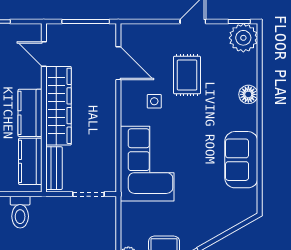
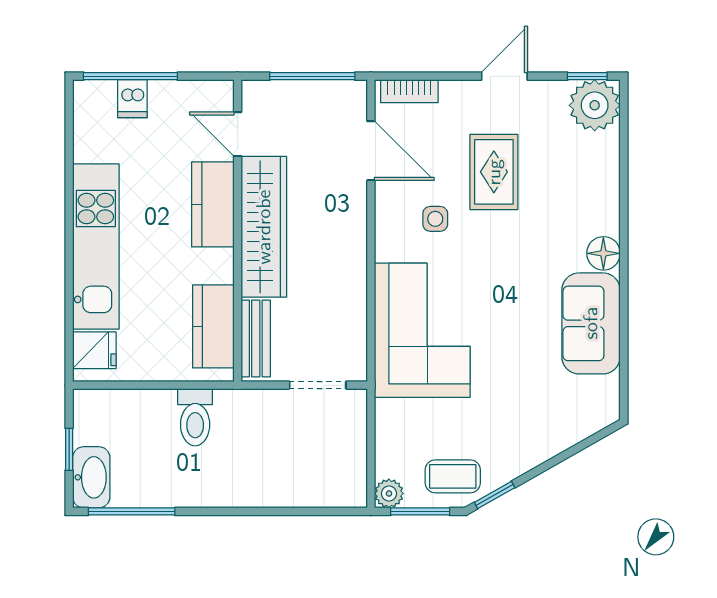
bookcase: (140, 30) -> (409, 91), added
floor lamp: (248, 94) -> (603, 253), moved
kitchen counter: (30, 113) -> (213, 204), moved

